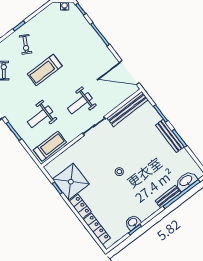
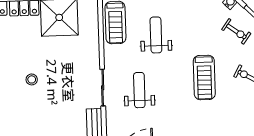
treadmill: (45, 70) -> (204, 77), turned 180

